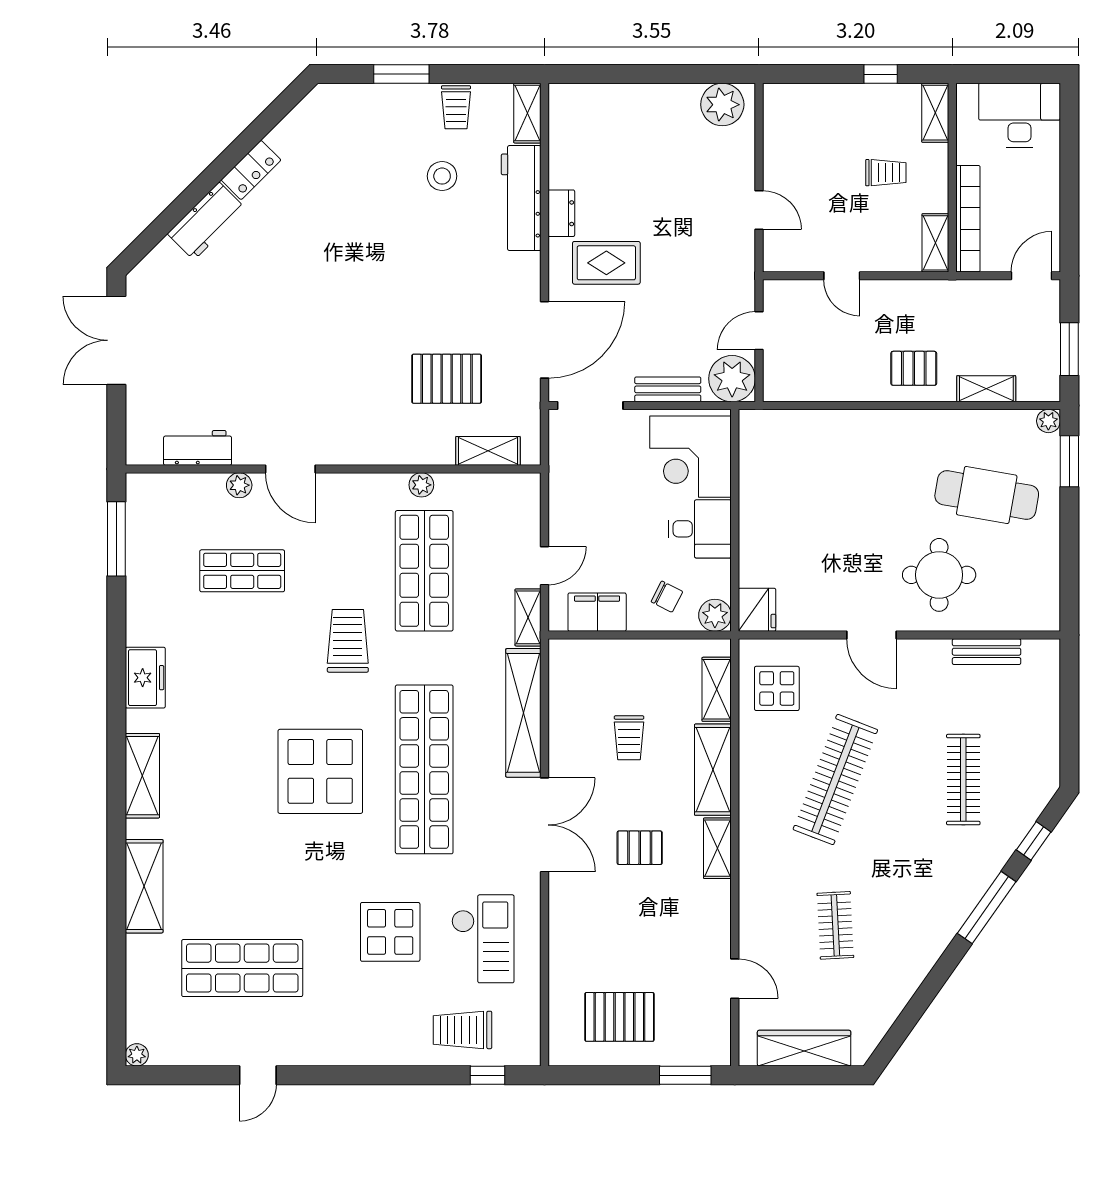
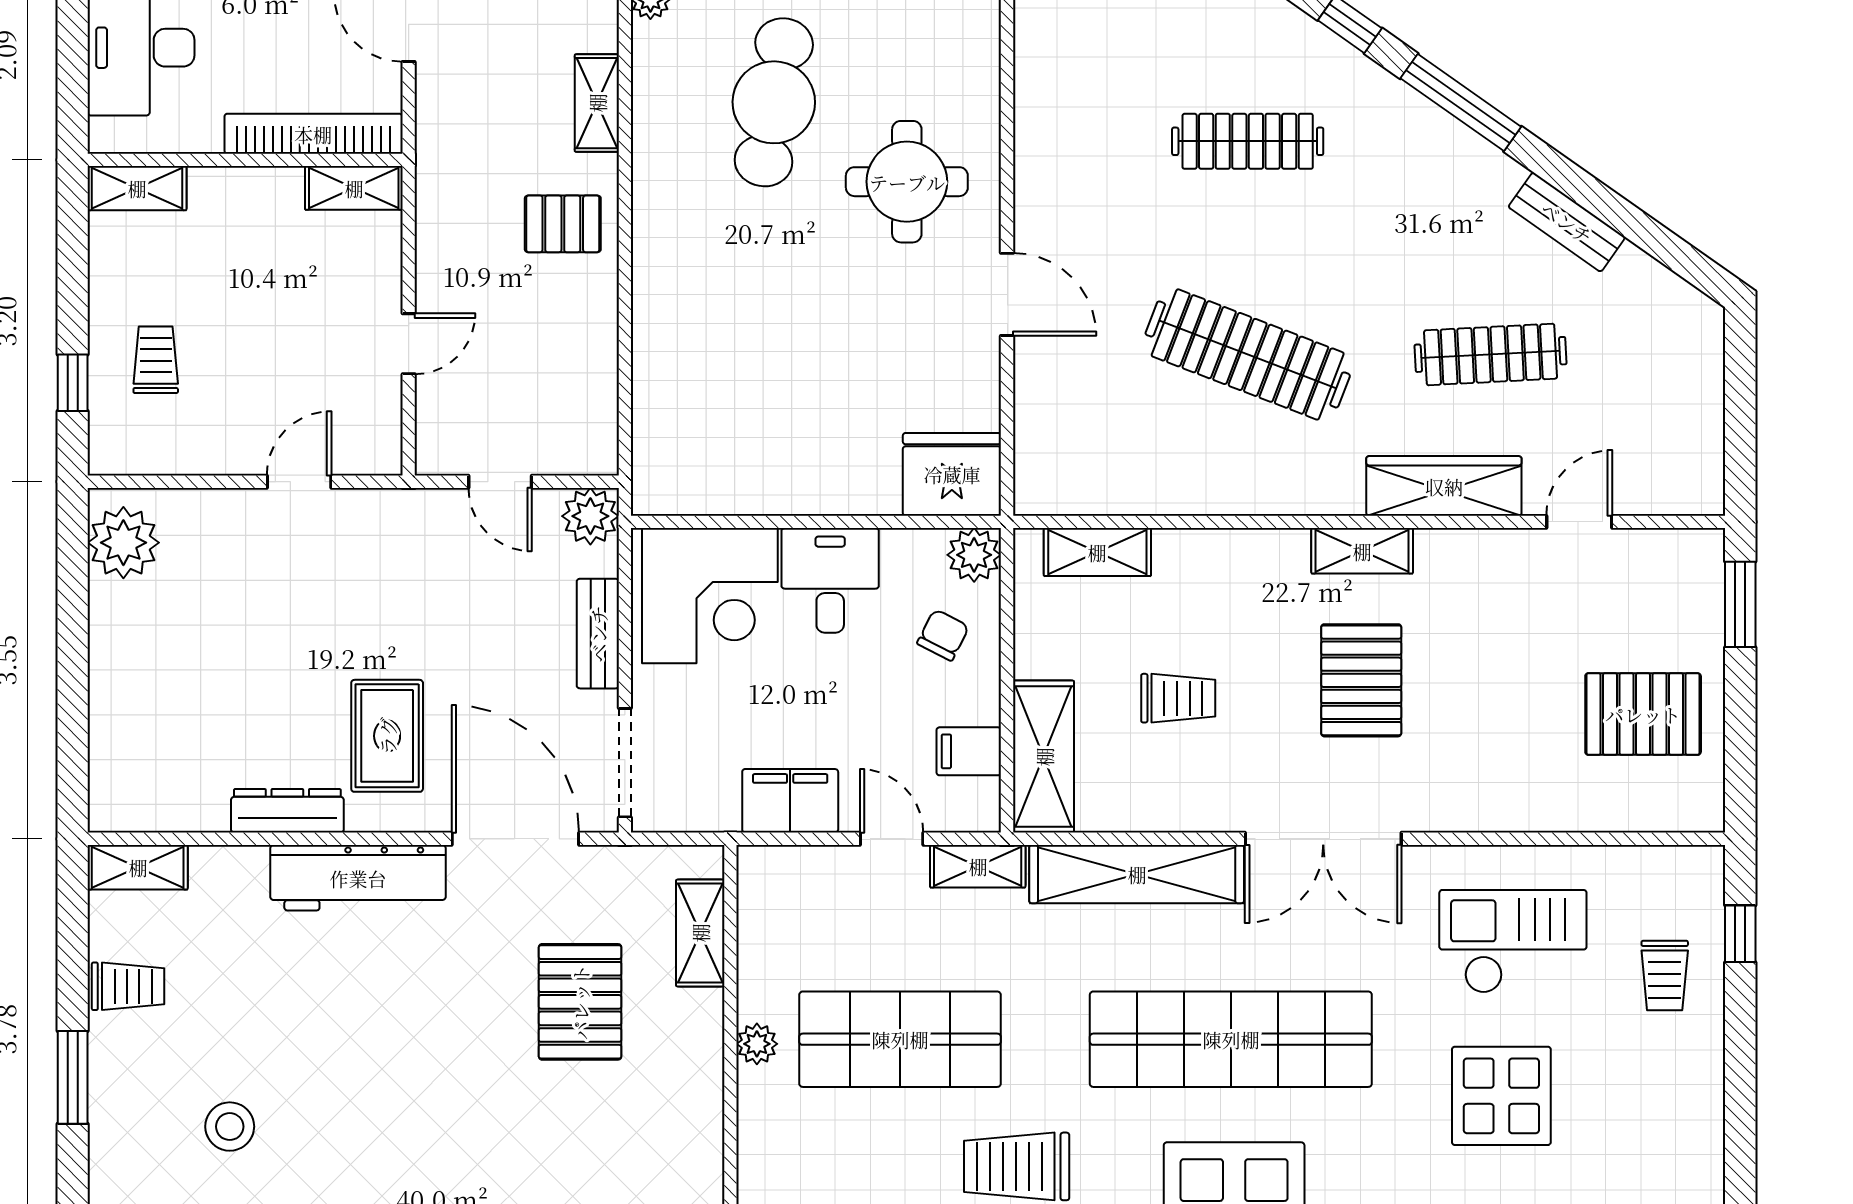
window: (881, 74) -> (73, 383), moved
trolley: (886, 173) -> (156, 360), moved
stool: (442, 176) -> (230, 1127), moved
workbench: (521, 198) -> (358, 878), moved
dresser: (561, 213) -> (287, 811), width x1.44
pallet: (914, 368) -> (563, 224), turned 90
plant: (732, 379) -> (590, 516), width x0.73, depth x0.73
filing cabinet: (567, 505) -> (790, 801), added
fridge: (757, 610) -> (952, 474), width x1.36, depth x1.34
filing cabinet: (597, 612) -> (969, 751), width x0.50
door: (871, 635) -> (1007, 294), hinge flipped
bench: (987, 652) -> (1567, 222), moved, turned -55
display table: (777, 688) -> (1096, 452), removed
shelving: (713, 770) -> (1044, 757), moved, turned 90
double door: (545, 825) -> (1323, 839), swing flipped
pallet: (640, 848) -> (1361, 680), width x1.50, depth x1.42
clothes rail: (835, 925) -> (1491, 354), width x1.36
pallet: (619, 1017) -> (1643, 714), turned 90
trolley: (462, 1030) -> (1665, 975), width x0.73, depth x0.72
wardrobe: (804, 1048) -> (1444, 486), moved, turned 90

